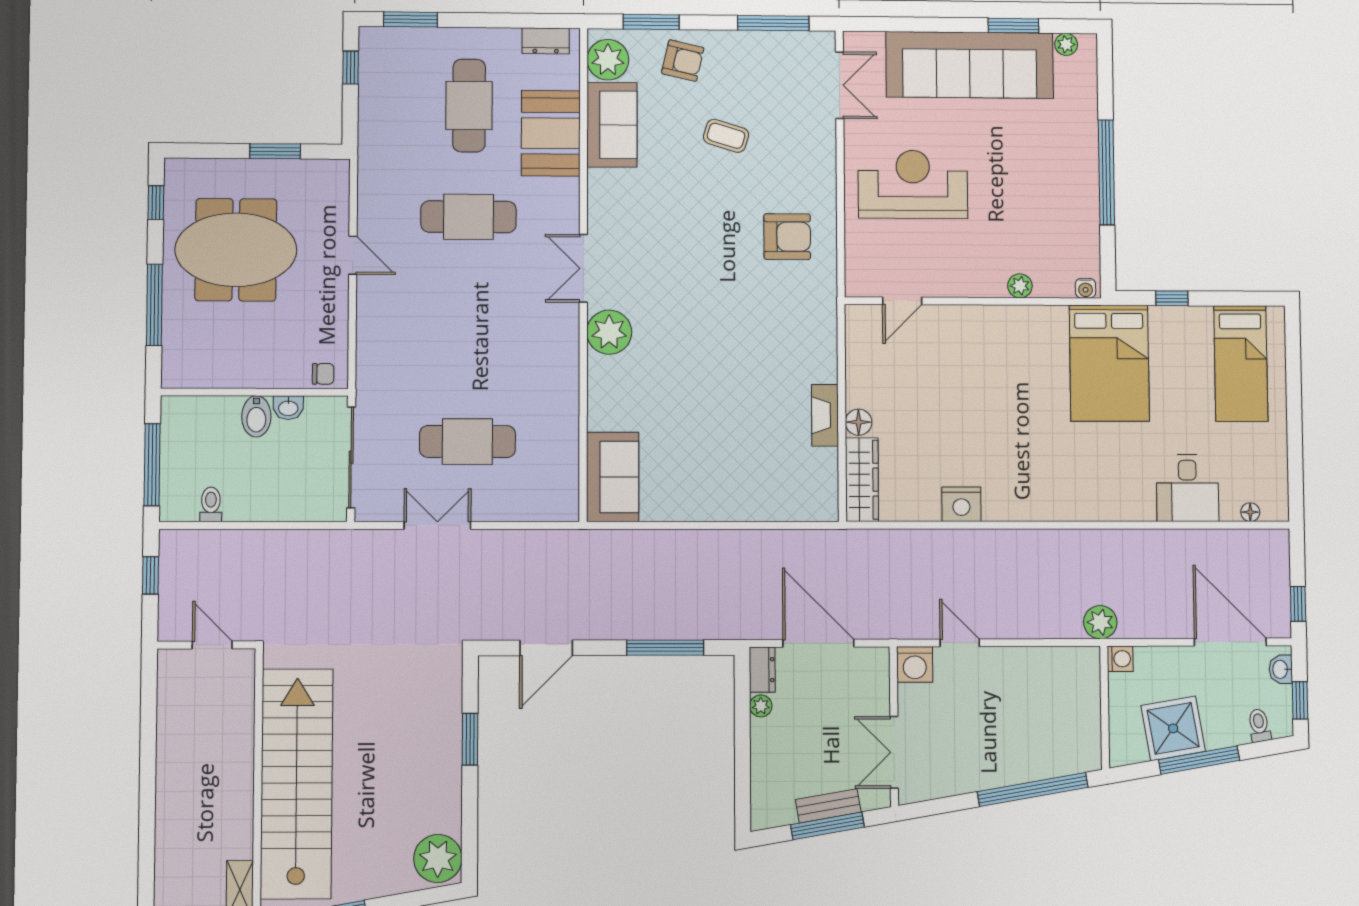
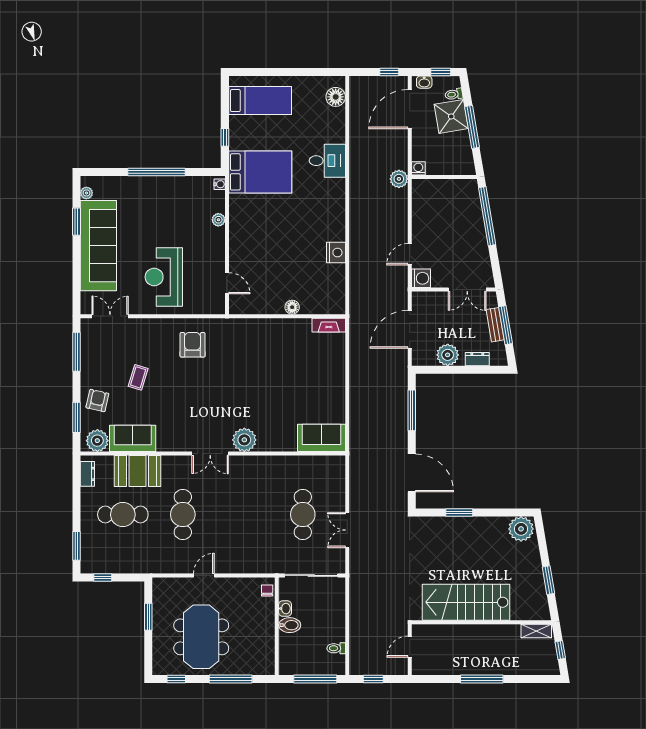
fireplace: (825, 415) -> (329, 325), moved
wardrobe: (862, 480) -> (323, 306), removed
desk: (1187, 488) -> (327, 161), moved
floor lamp: (1250, 512) -> (336, 97), width x1.89, depth x1.89
door: (546, 648) -> (412, 473), width x1.36
dresser: (762, 670) -> (477, 359), moved
plant: (761, 706) -> (448, 355), width x1.87, depth x1.87
shower: (1173, 728) -> (451, 116), moved
window: (148, 784) -> (482, 679), added
stairs: (297, 784) -> (466, 602), width x0.73

